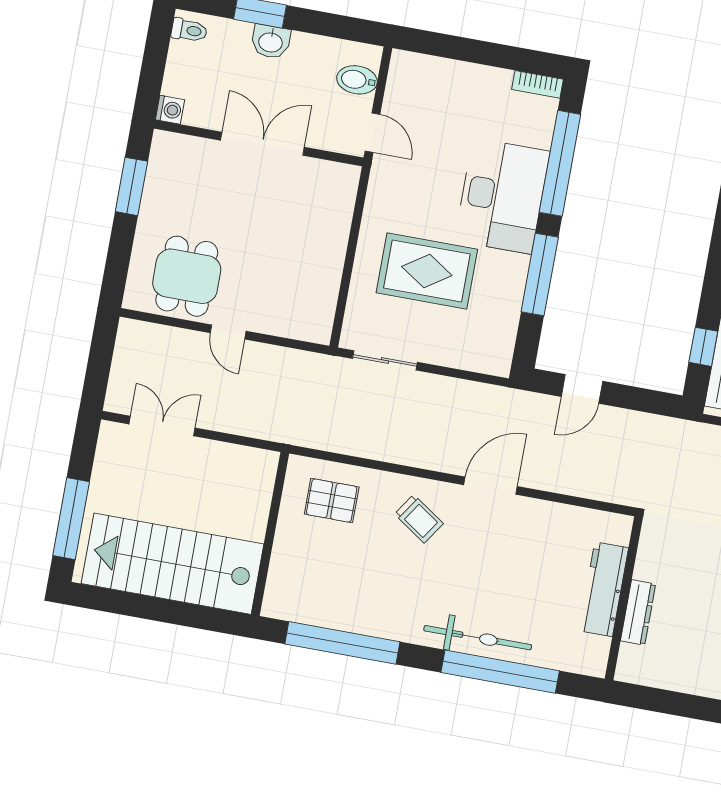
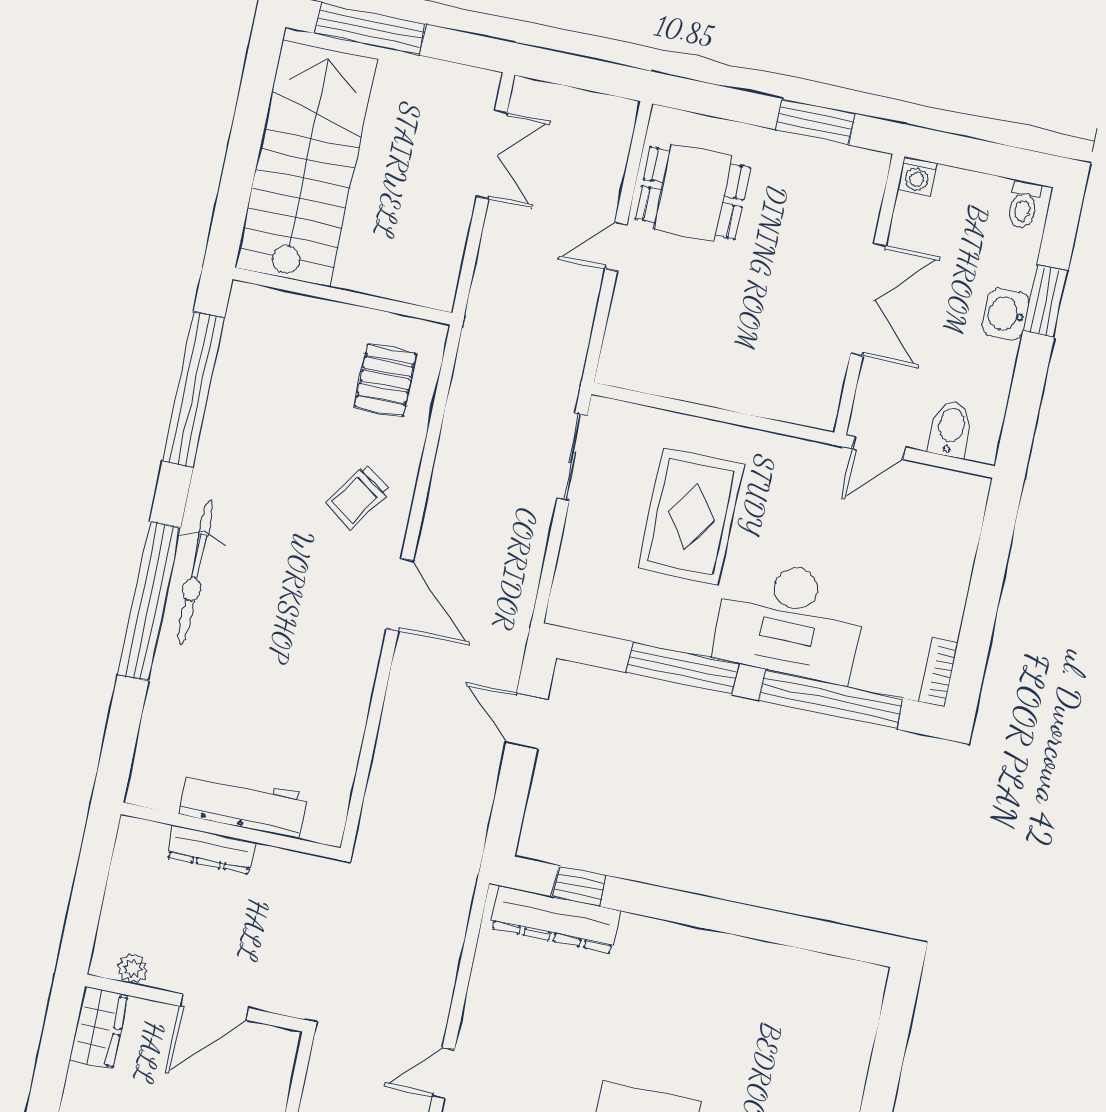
workbench: (604, 589) -> (244, 804), moved
wall: (624, 598) -> (231, 831), moved
dresser: (638, 612) -> (211, 850), moved

